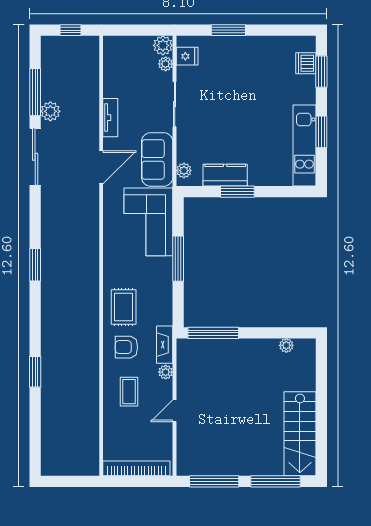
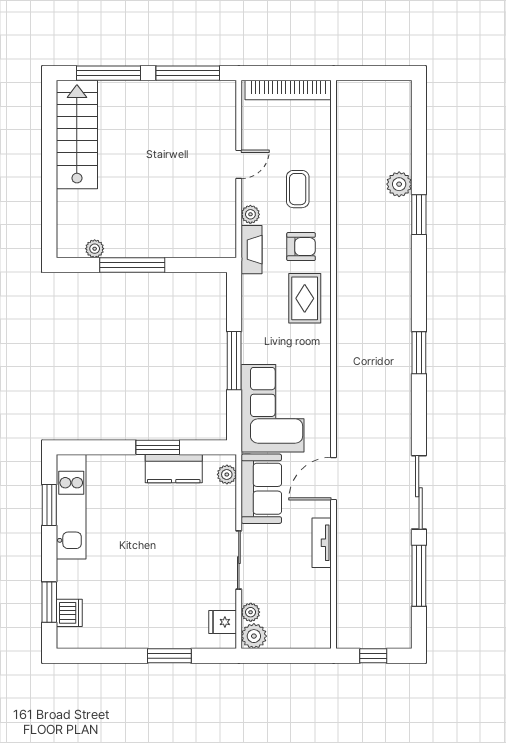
plant: (50, 111) -> (399, 184), moved
window: (321, 132) -> (49, 505), moved
window: (213, 333) -> (132, 265), moved

